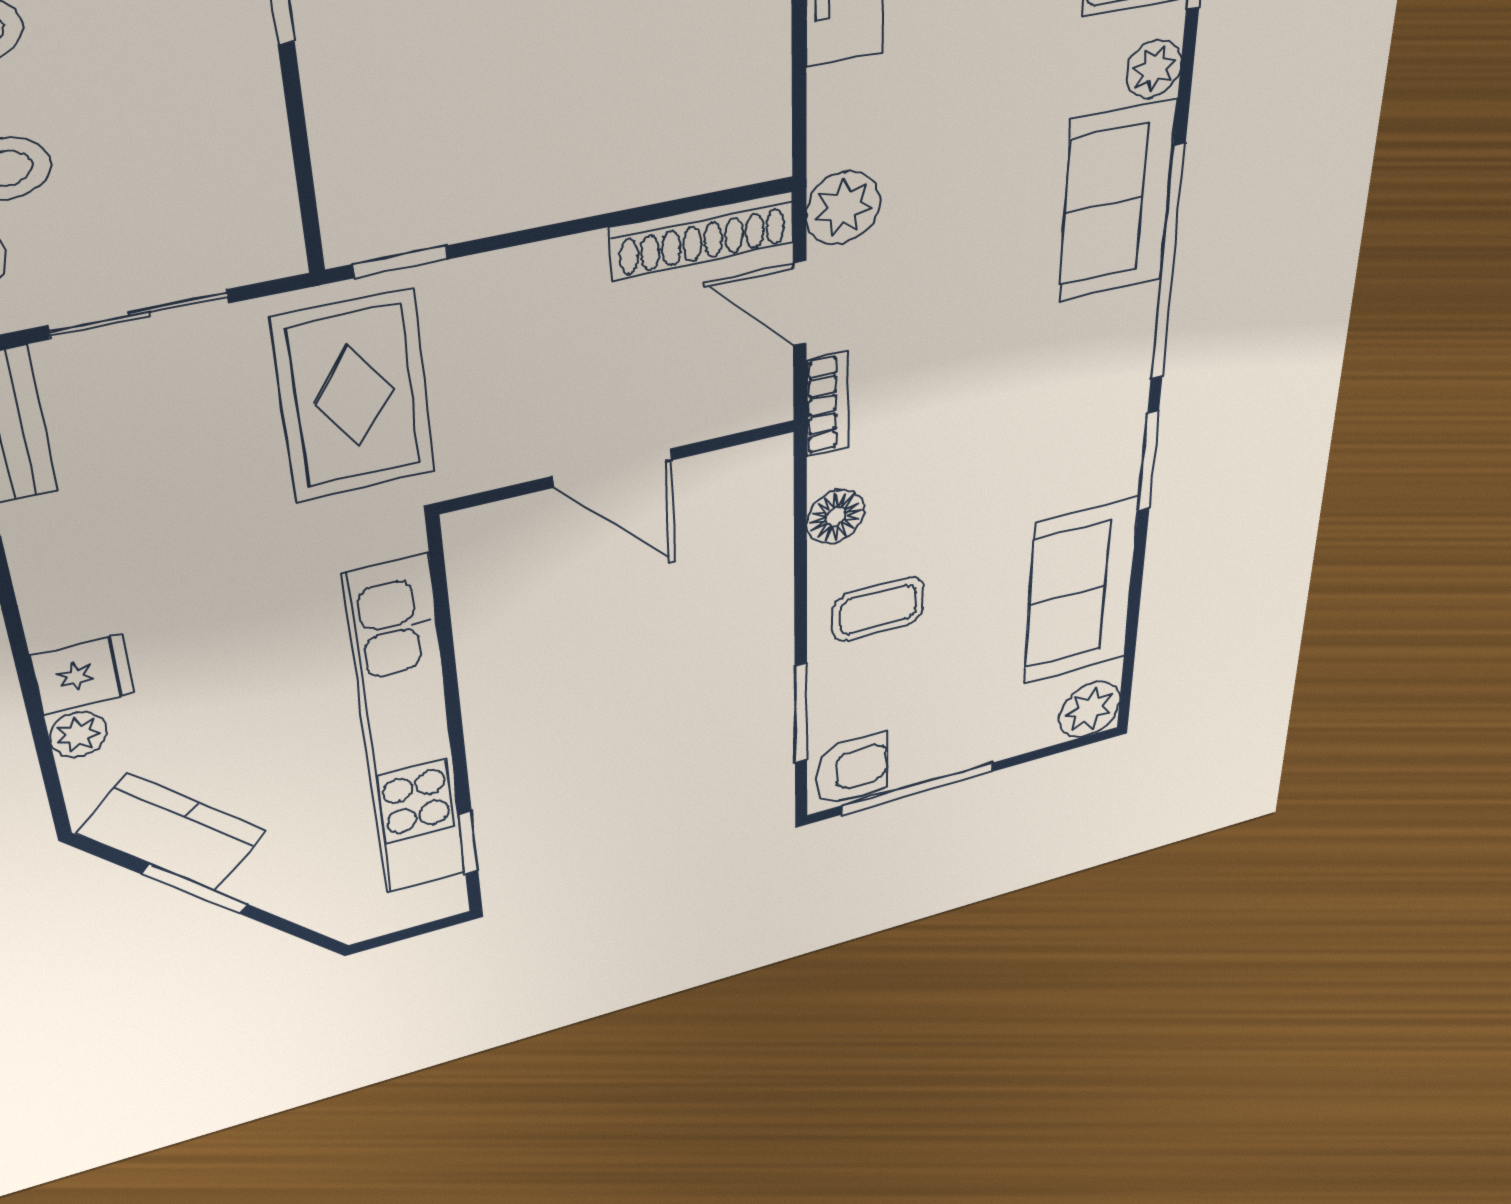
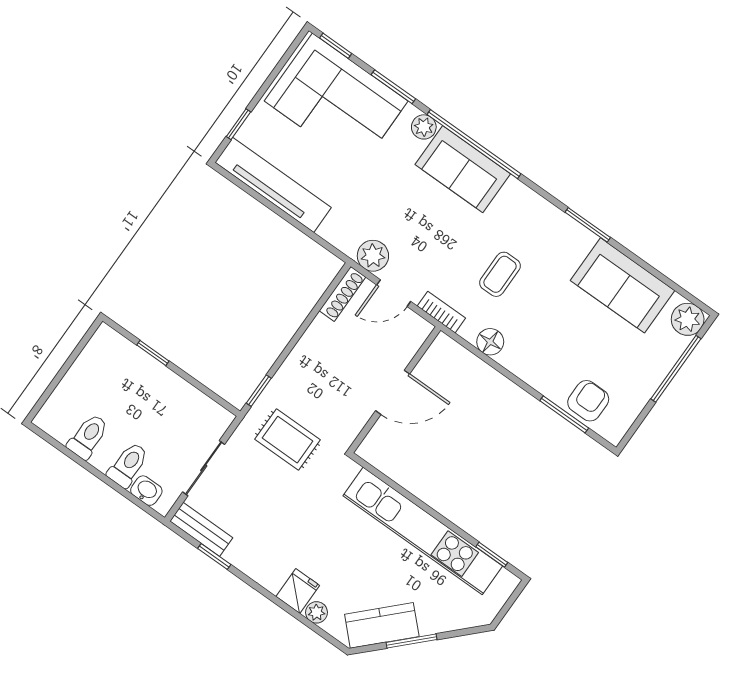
shoe rack: (703, 235) -> (342, 294), width x0.74, depth x0.81
window: (1168, 264) -> (474, 144), moved
rug: (354, 396) -> (288, 440), width x0.73, depth x0.70
coffee table: (878, 609) -> (500, 274), moved
armchair: (852, 769) -> (588, 401), moved
window: (918, 788) -> (676, 369), moved

